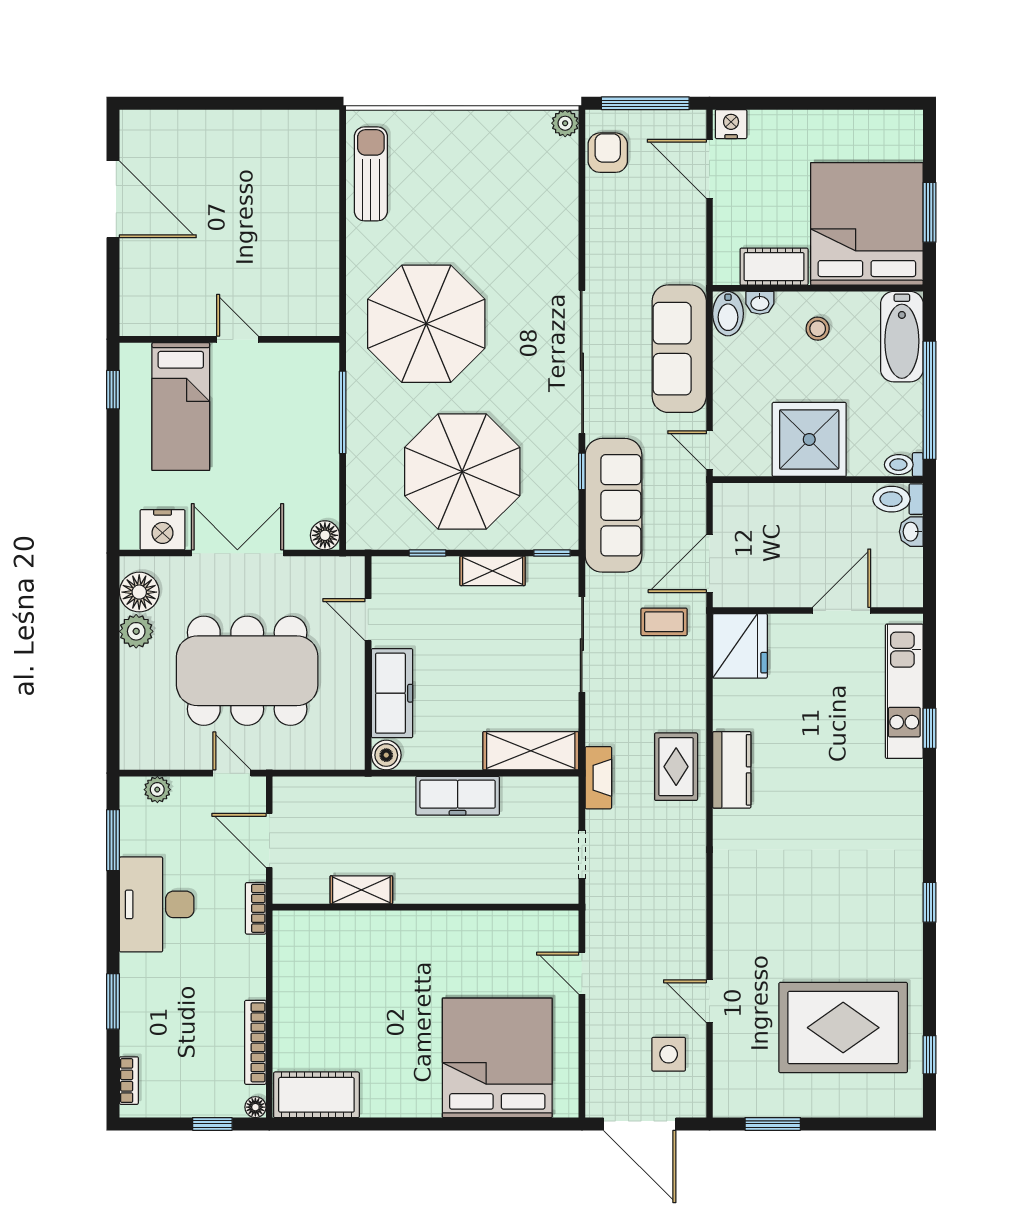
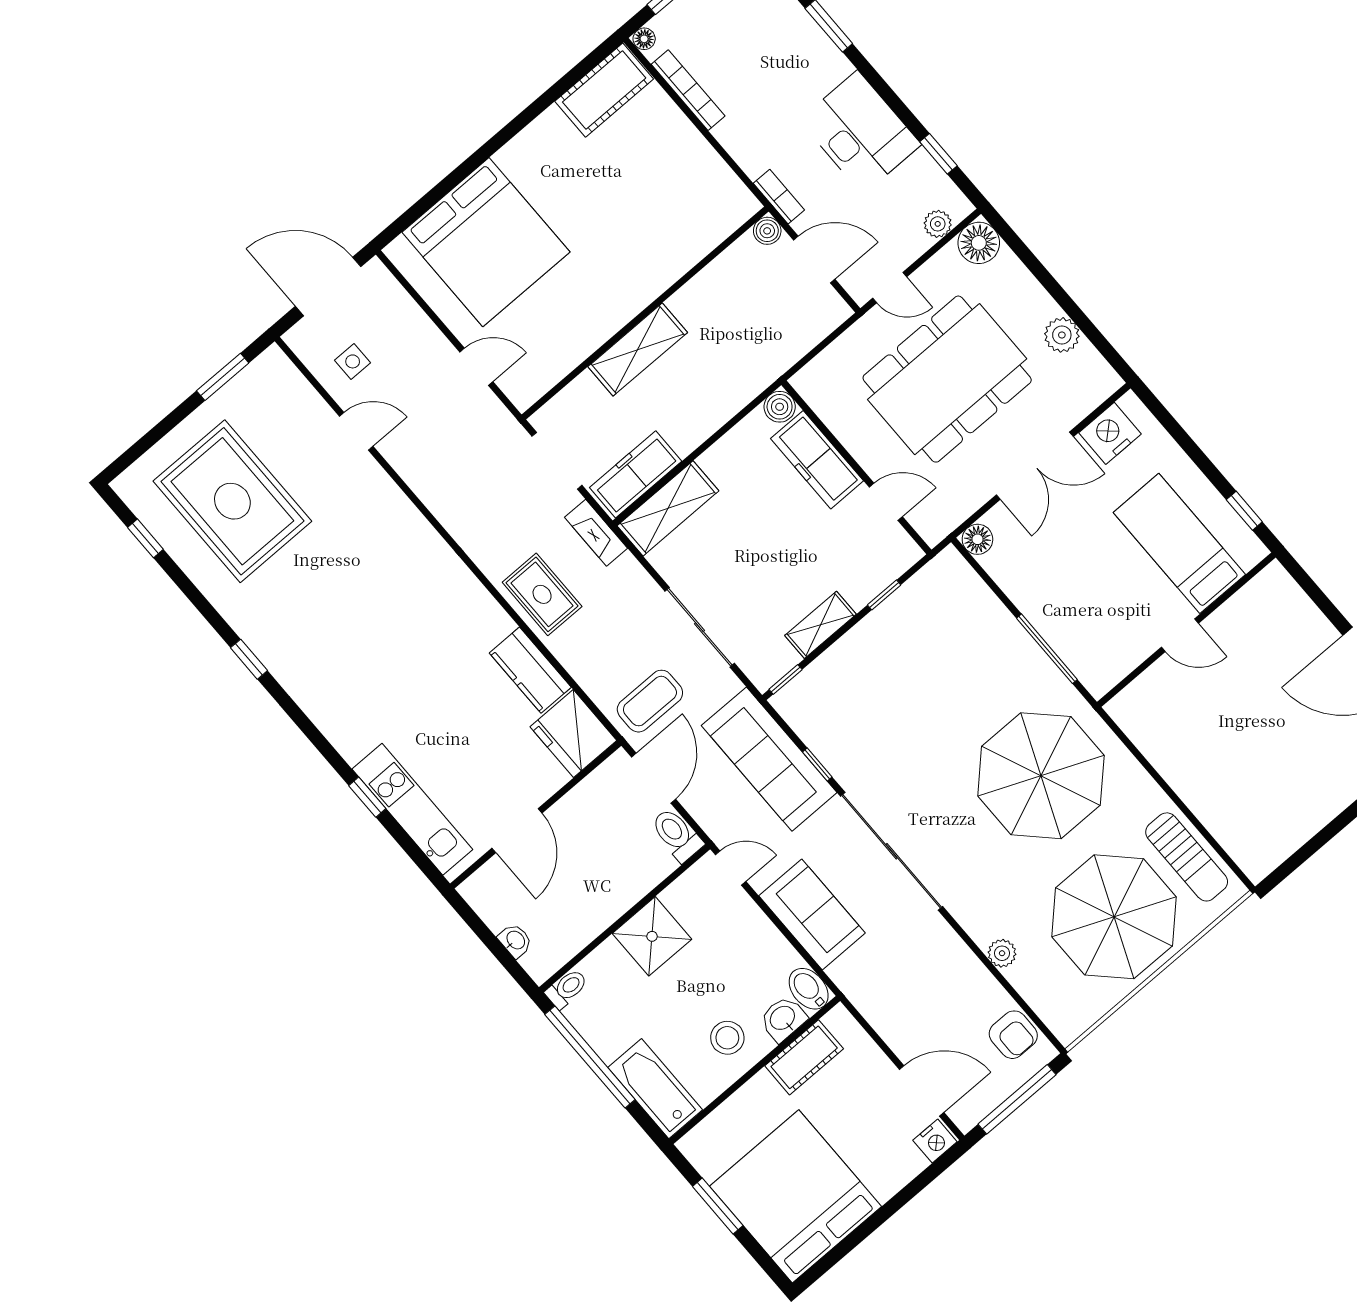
plant: (565, 123) -> (1002, 953), moved
bed: (867, 224) -> (796, 1196), moved, turned 180
washbasin: (760, 303) -> (783, 1019), width x1.38, depth x1.45
stool: (818, 329) -> (727, 1038), width x1.37, depth x1.37
sofa: (679, 349) -> (812, 914), width x0.73
shower: (809, 439) -> (652, 936), width x0.73, depth x0.73
parasol: (462, 472) -> (1114, 917), moved
toilet: (898, 499) -> (677, 835), moved, turned -90
floor lamp: (139, 592) -> (979, 243), moved
coffee table: (664, 622) -> (650, 701), width x1.36, depth x1.30
kitchen counter: (732, 770) -> (530, 670), moved
freezer: (458, 796) -> (636, 474), moved
window: (113, 840) -> (938, 154), width x0.67
doorway: (582, 855) -> (557, 461), width x1.38
shelving: (361, 890) -> (638, 350), moved, width x1.50, depth x1.33
boiler: (286, 891) -> (767, 231), added
rug: (843, 1028) -> (232, 501), turned 90
side table: (669, 1054) -> (353, 361), width x0.73, depth x0.73

